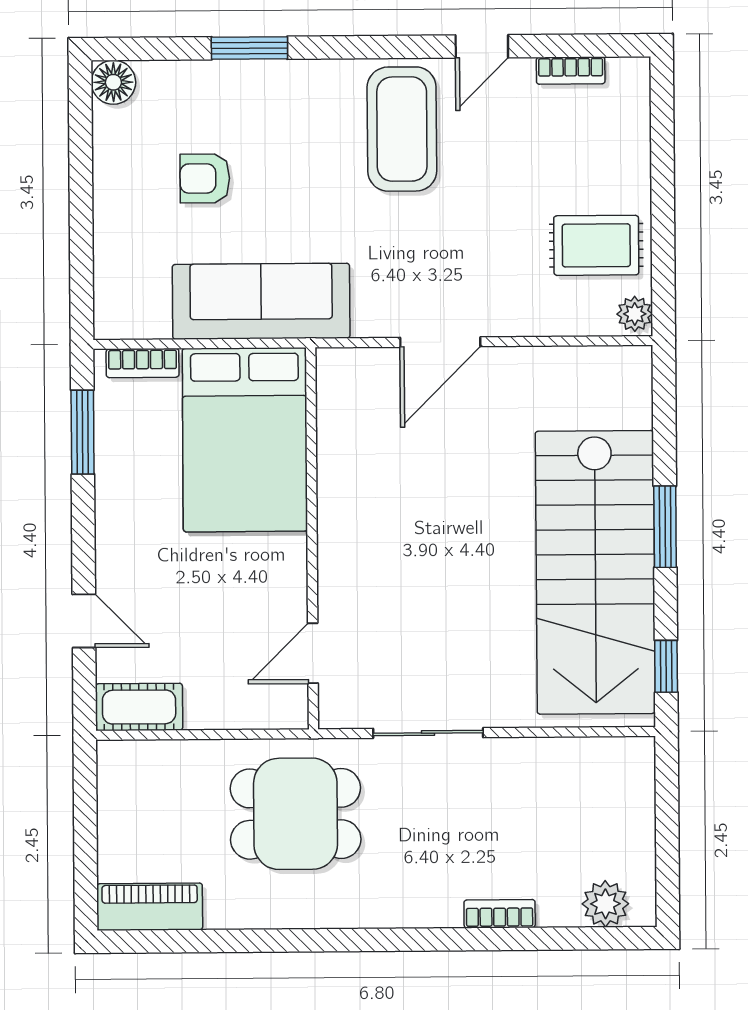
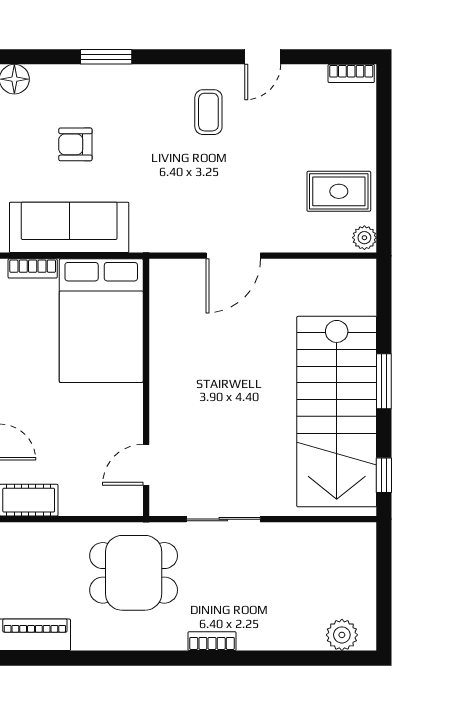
bookcase: (571, 71) -> (351, 73), moved
coffee table: (402, 129) -> (208, 112), width x0.54, depth x0.58
sofa: (261, 301) -> (69, 227), moved
bookcase: (500, 914) -> (212, 641), moved

